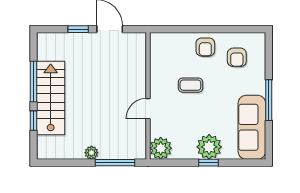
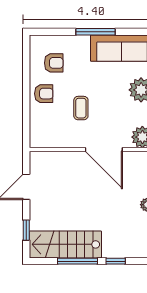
window: (78, 29) -> (26, 230), moved
stairs: (51, 98) -> (65, 244), moved
door: (148, 109) -> (104, 150), width x1.87

